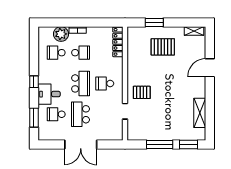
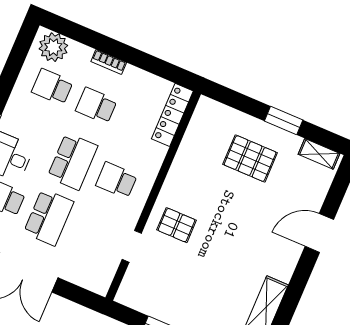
window: (154, 22) -> (284, 121), moved
plant: (61, 34) -> (53, 47), moved
school desk: (81, 53) -> (96, 106), turned 180
school desk: (81, 114) -> (49, 217), turned 180

